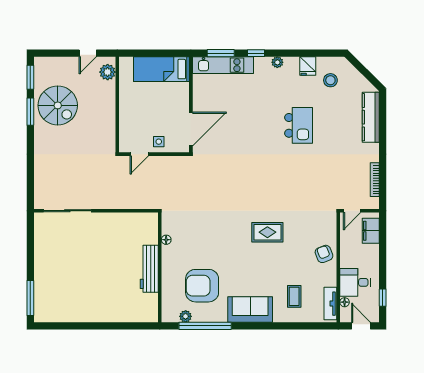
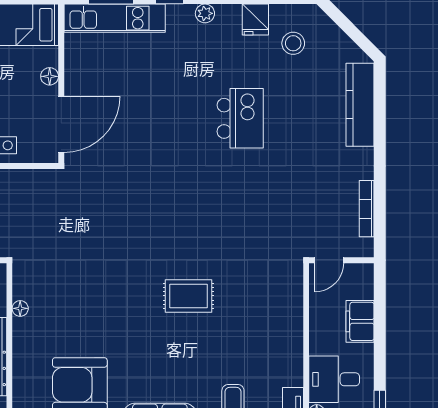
floor lamp: (184, 100) -> (50, 76), added
filing cabinet: (371, 231) -> (360, 321), moved
armchair: (324, 254) -> (282, 332), removed

